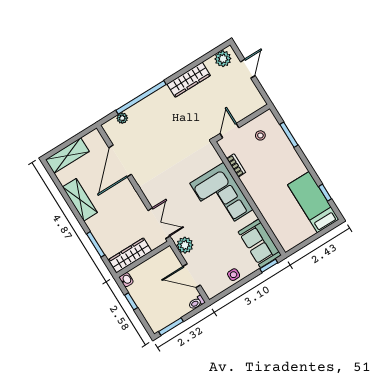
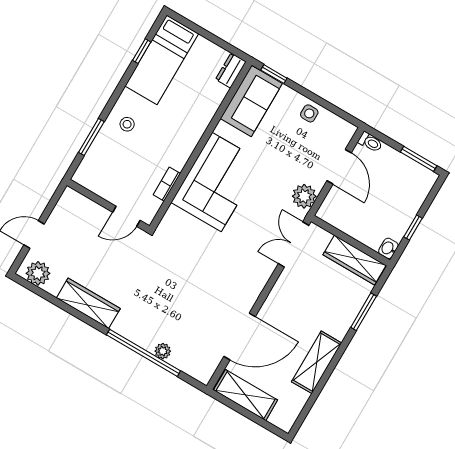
plant: (122, 118) -> (163, 351), moved
stool: (260, 135) -> (127, 124), moved
shelving: (67, 156) -> (246, 395), moved
dresser: (285, 241) -> (231, 71), added

